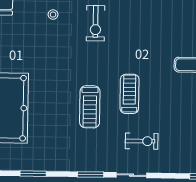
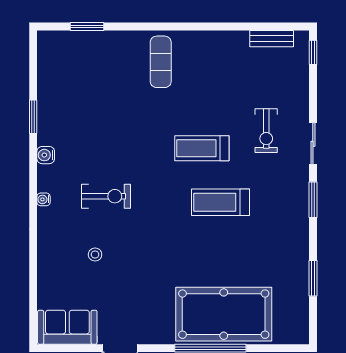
treadmill: (90, 107) -> (220, 202), turned 180
exercise bike: (142, 141) -> (266, 131), turned 180

